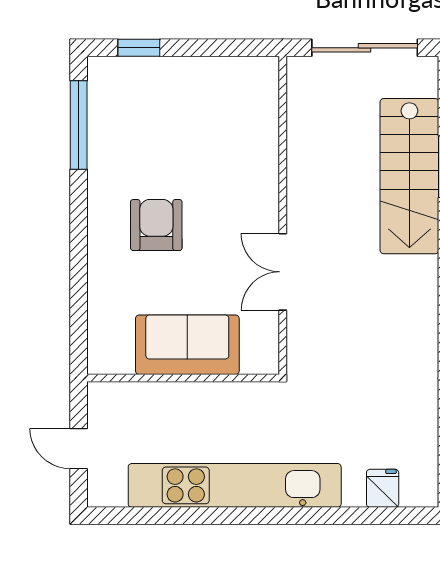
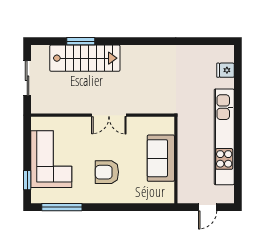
sliding door: (365, 48) -> (27, 78), width x0.73
corner sofa: (185, 101) -> (51, 159), added
double door: (283, 272) -> (109, 115), moved

